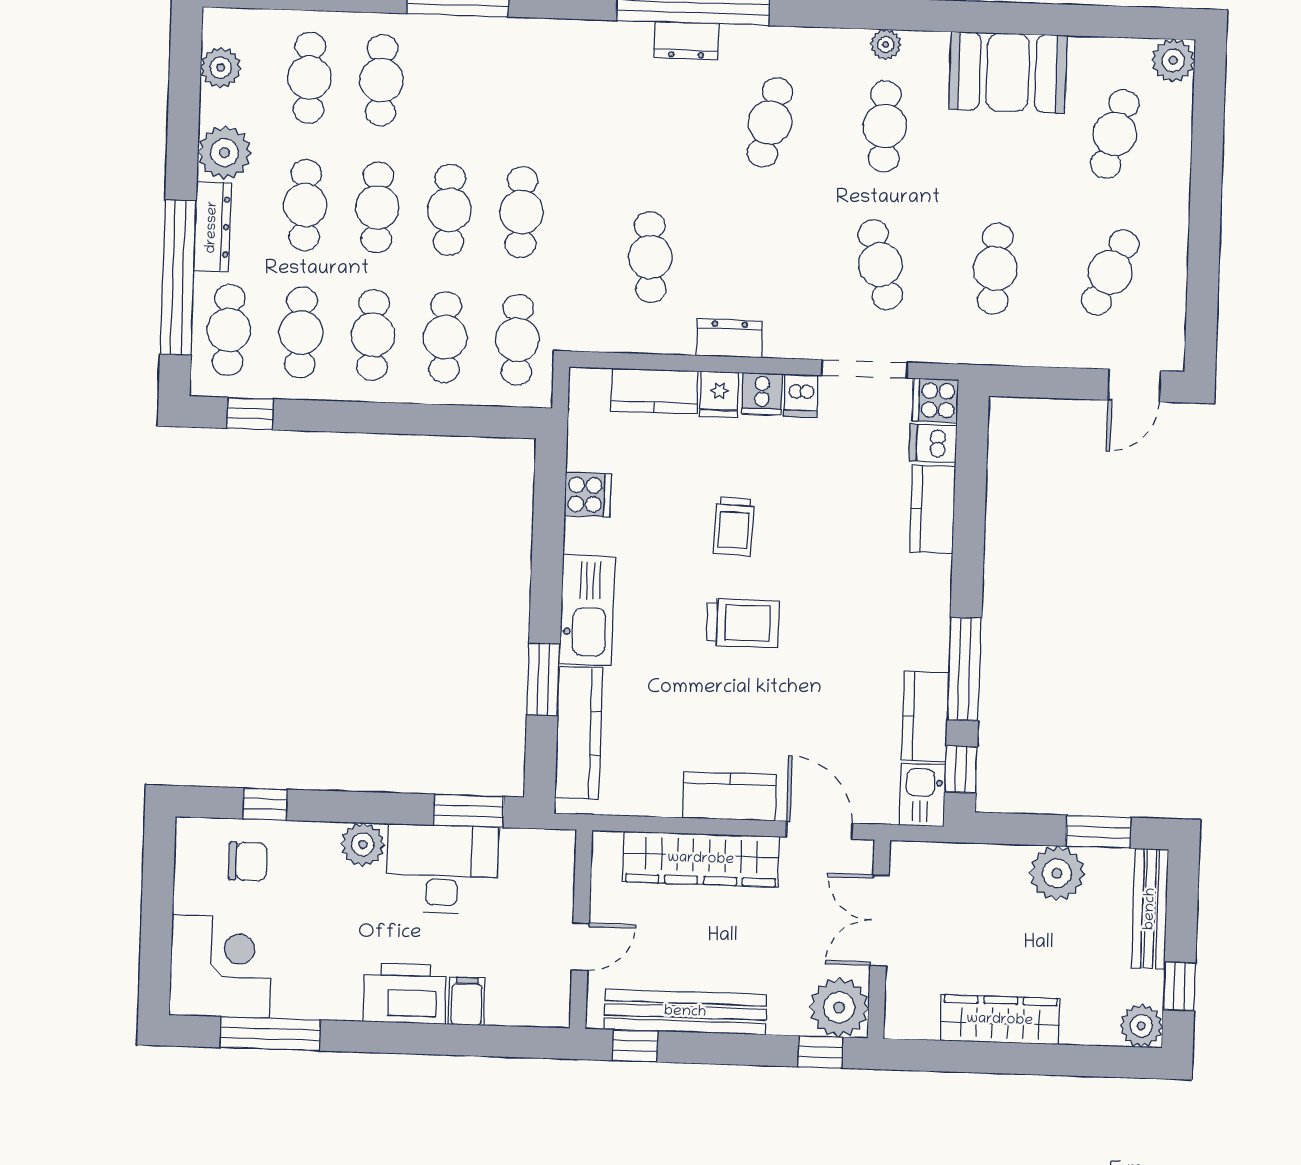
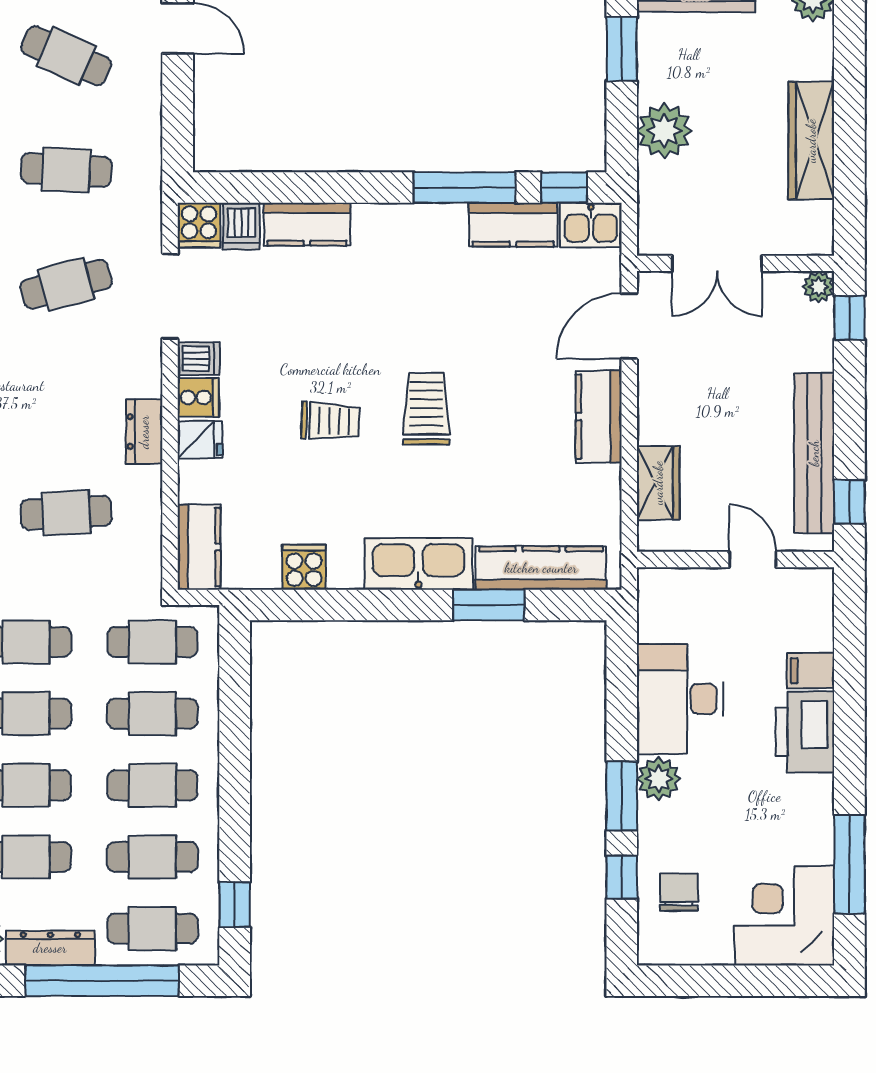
kitchen counter: (654, 391) -> (199, 547), moved
window: (469, 811) -> (622, 796), moved
wardrobe: (701, 859) -> (658, 483), width x0.48, depth x0.85
plant: (1057, 873) -> (664, 131), moved
plant: (839, 1007) -> (818, 287), width x0.53, depth x0.53

